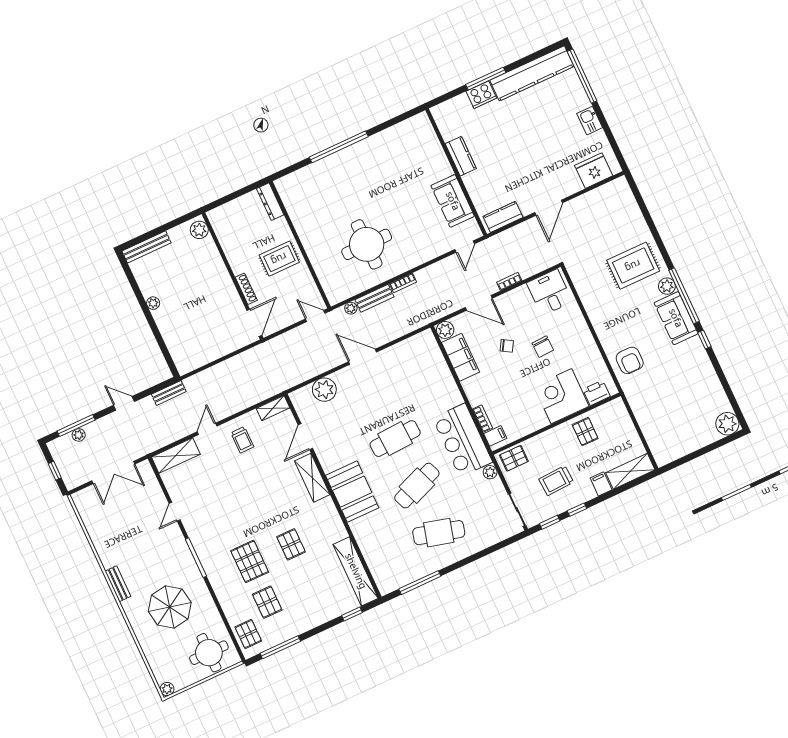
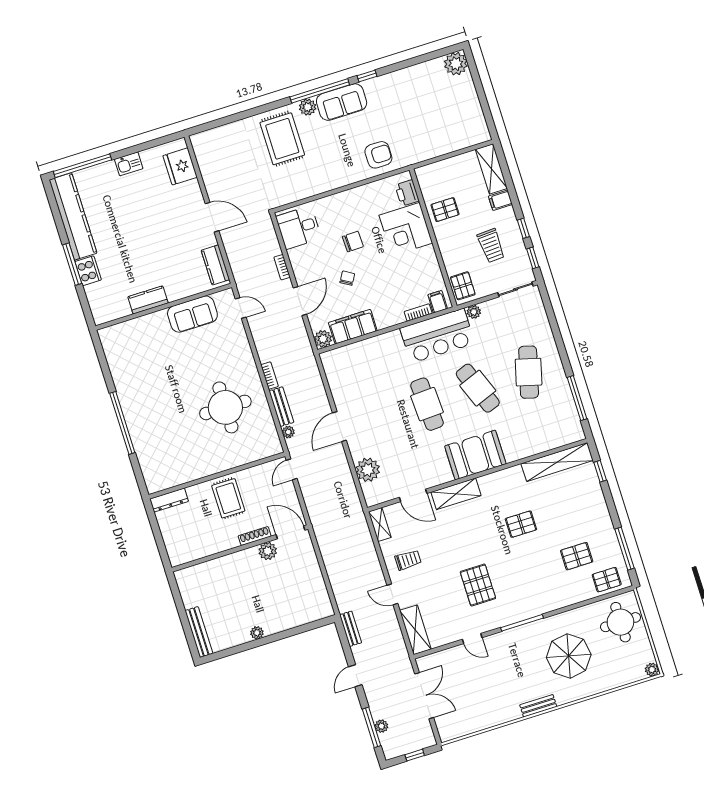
plant: (199, 230) -> (268, 551), moved
pallet: (250, 561) -> (478, 585), moved, turned 90

